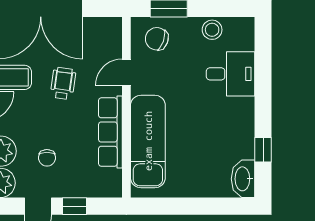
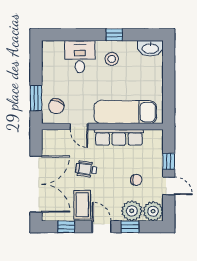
stool: (212, 30) -> (112, 59), moved
window: (263, 150) -> (114, 35), moved

